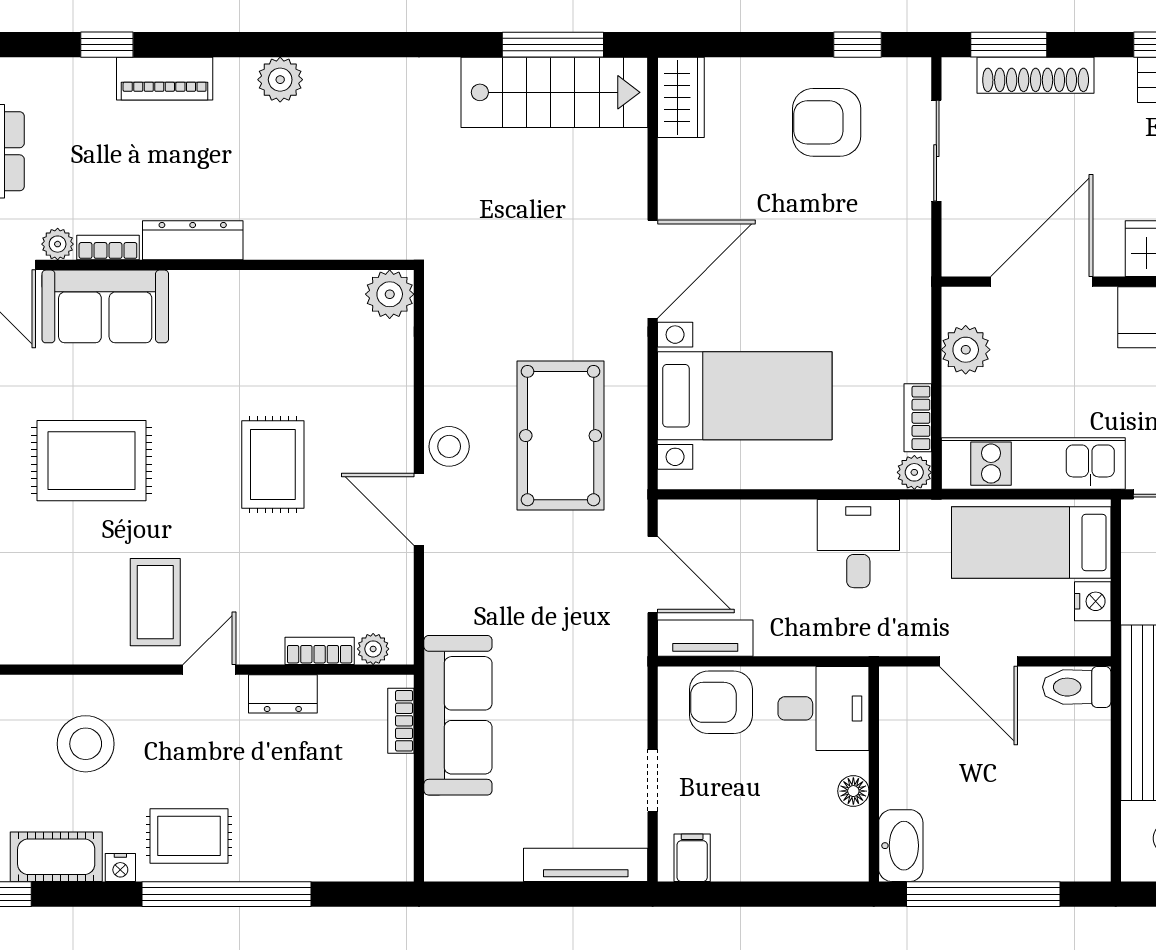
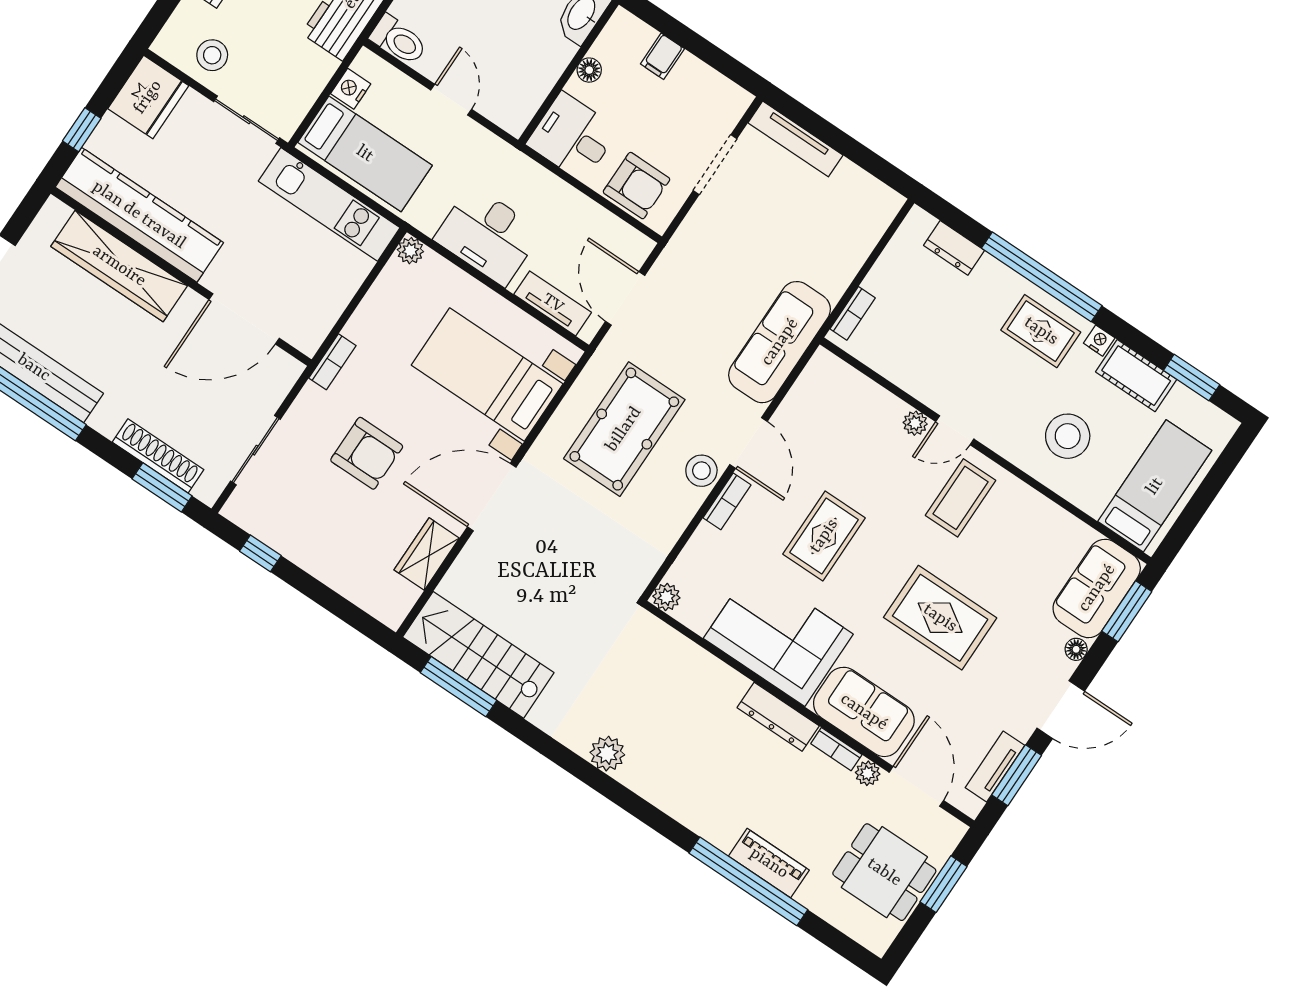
window: (107, 45) -> (748, 881), width x3.17
piano: (165, 79) -> (769, 863), moved
plant: (280, 80) -> (607, 754), moved
wardrobe: (681, 97) -> (427, 554), moved
armchair: (827, 122) -> (367, 453), moved
plant: (390, 294) -> (666, 597), width x0.73, depth x0.73
corner sofa: (250, 326) -> (778, 636), added
plant: (966, 350) -> (323, 308), removed
bookcase: (918, 418) -> (332, 362), moved
desk: (858, 544) -> (488, 235), width x1.37
tv unit: (705, 638) -> (553, 303), moved, turned 180
plant: (373, 649) -> (915, 423), moved
bookcase: (320, 651) -> (727, 501), moved, turned -90
door: (979, 661) -> (451, 100), width x0.73
dresser: (283, 694) -> (954, 248), moved, turned 180
sofa: (458, 715) -> (780, 342), moved
doorway: (653, 780) -> (715, 165), width x1.38
filing cabinet: (692, 858) -> (662, 56), moved

